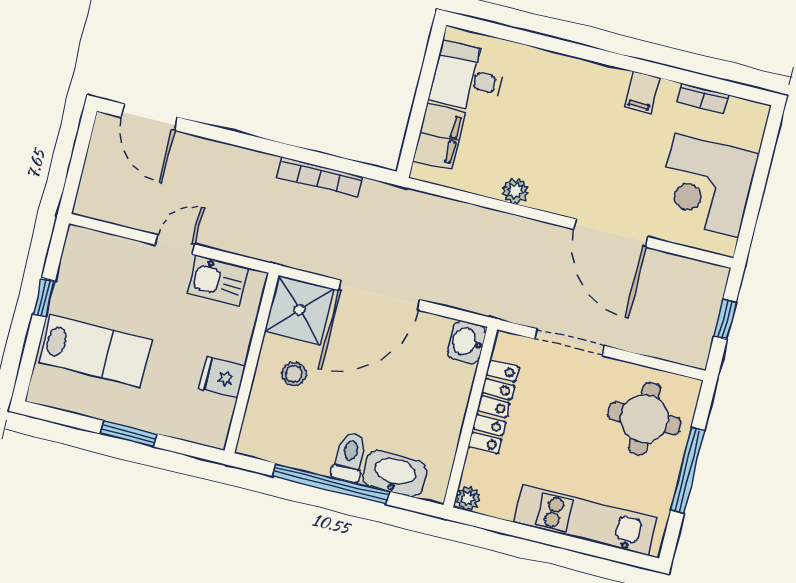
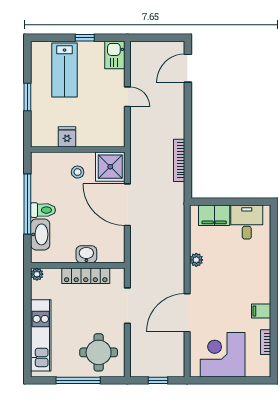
kitchen sink: (218, 280) -> (115, 55), moved
washbasin: (466, 342) -> (86, 254), moved

